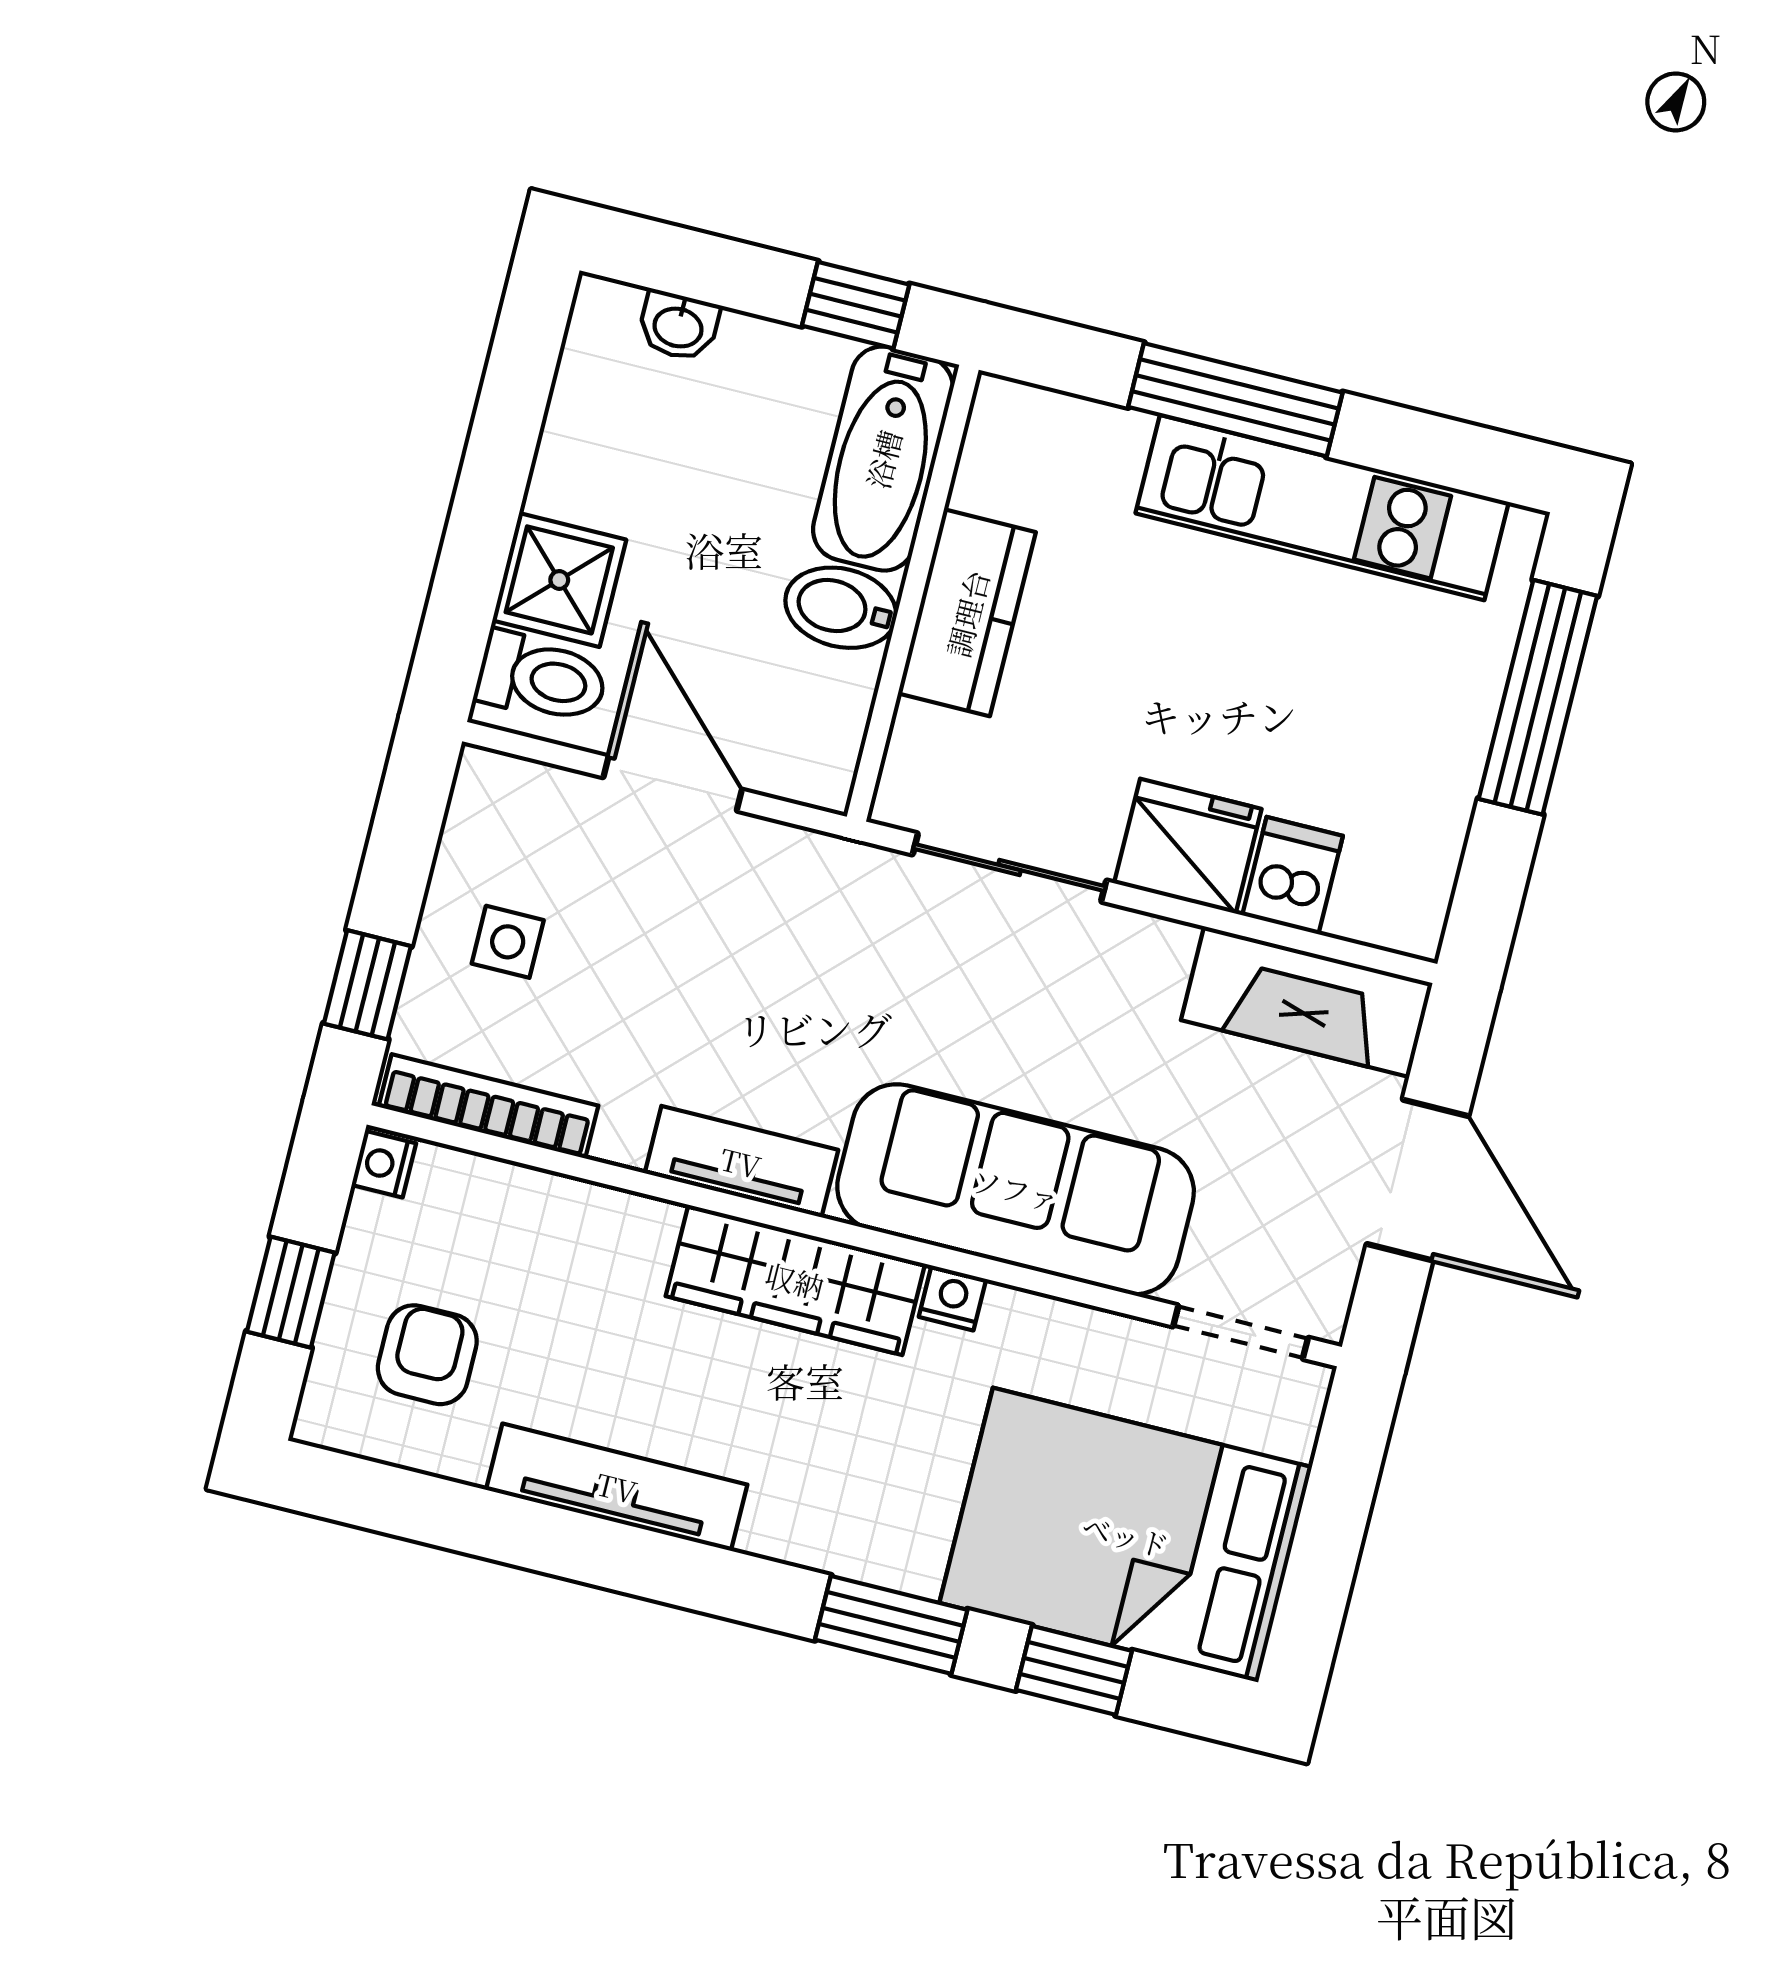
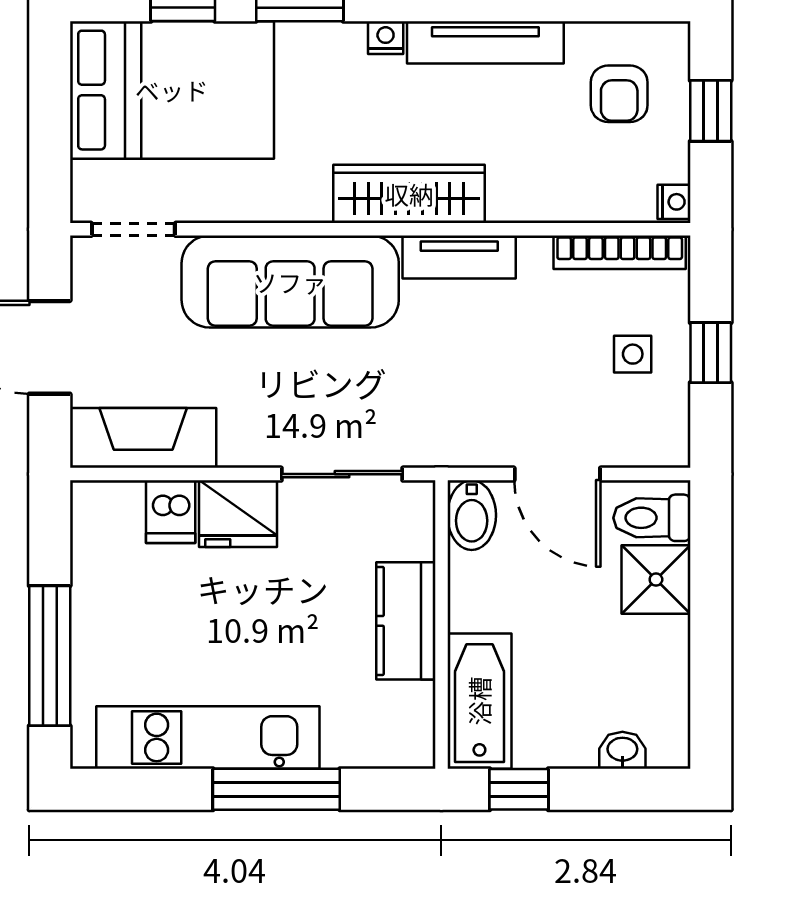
bidet: (841, 608) -> (472, 515), moved, turned 90
window: (367, 985) -> (711, 353), moved
nightstand: (952, 1298) -> (386, 38), moved, turned 180

